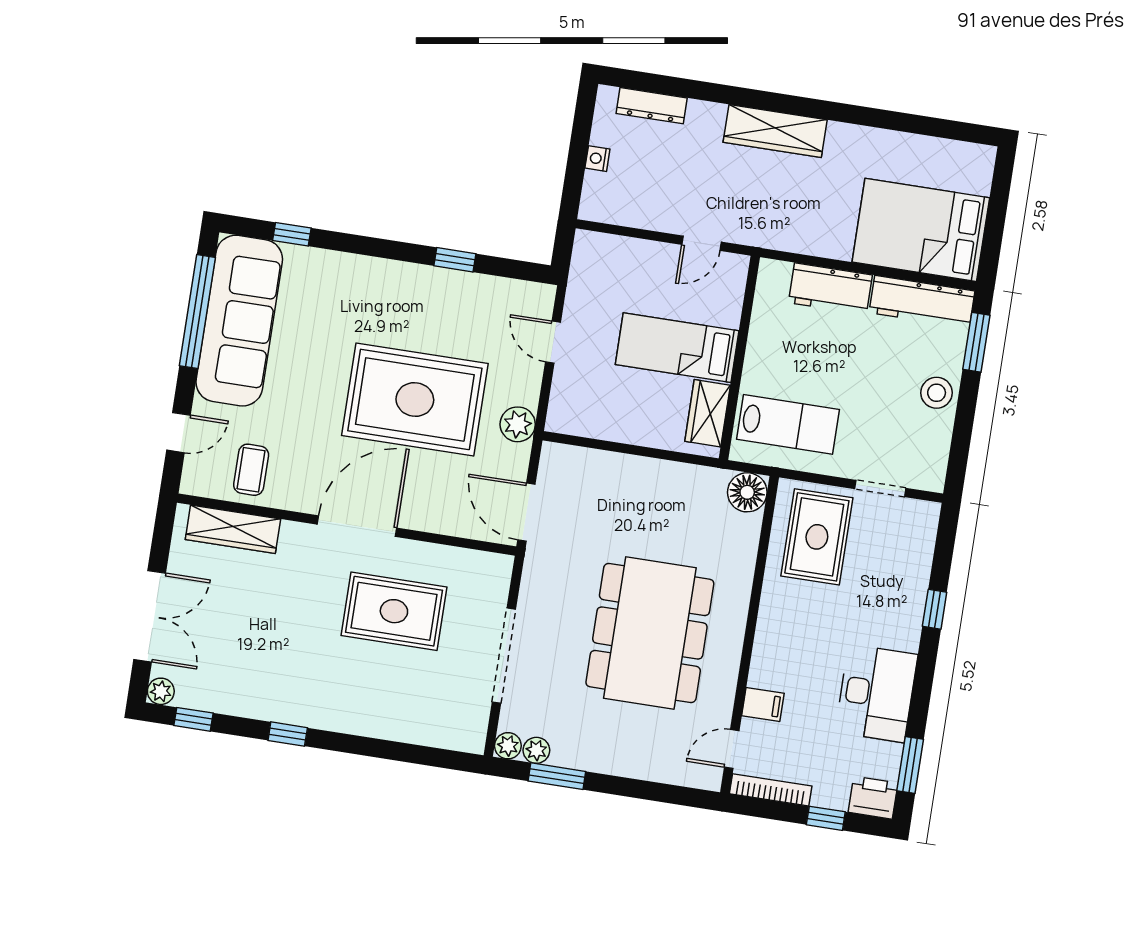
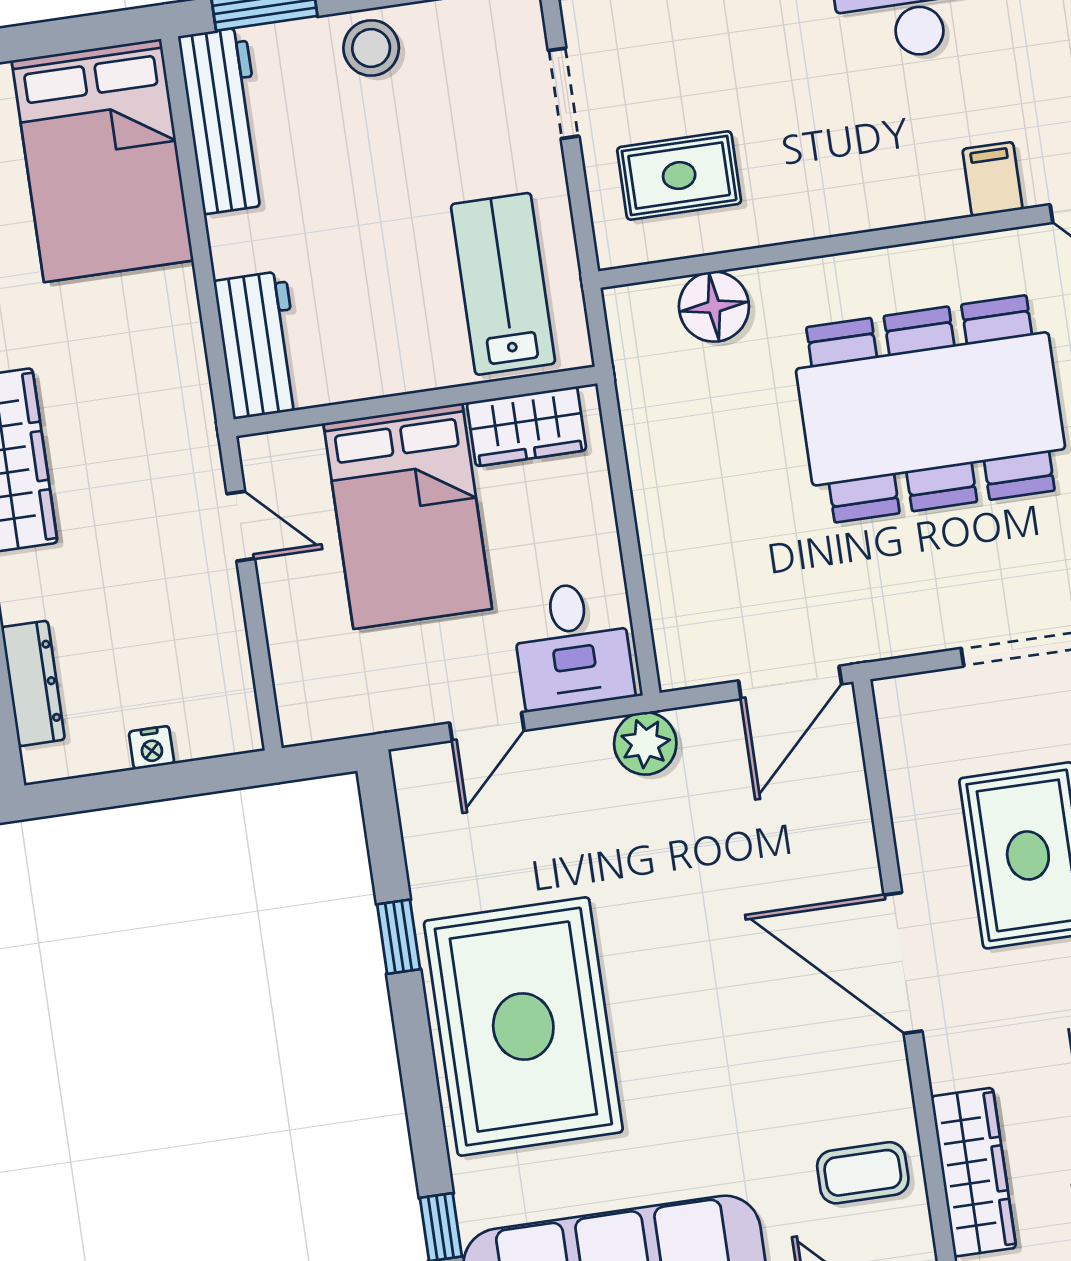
workbench: (830, 289) -> (259, 345), moved
bed: (677, 348) -> (408, 516), width x1.50
rug: (415, 399) -> (523, 1026), moved
desk: (583, 402) -> (572, 645), added
floor lamp: (747, 492) -> (714, 307), moved
rug: (817, 537) -> (679, 175), width x0.73, depth x0.70

